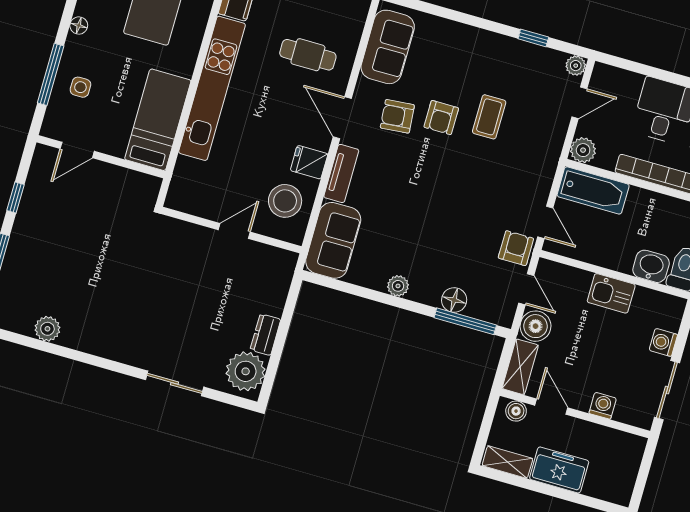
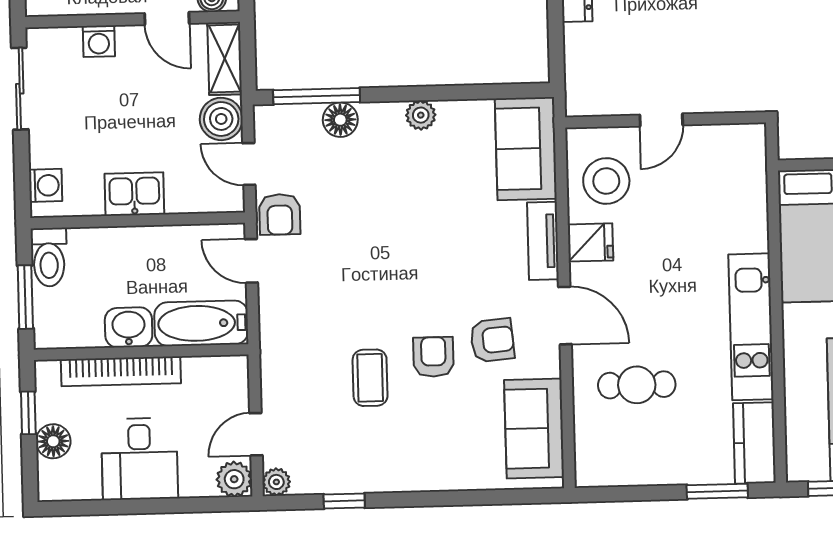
kitchen unit: (212, 88) -> (751, 327), width x0.73
plant: (583, 150) -> (234, 479), moved
washbasin: (651, 266) -> (129, 327), moved, turned 180
washing machine: (663, 342) -> (46, 185), moved

